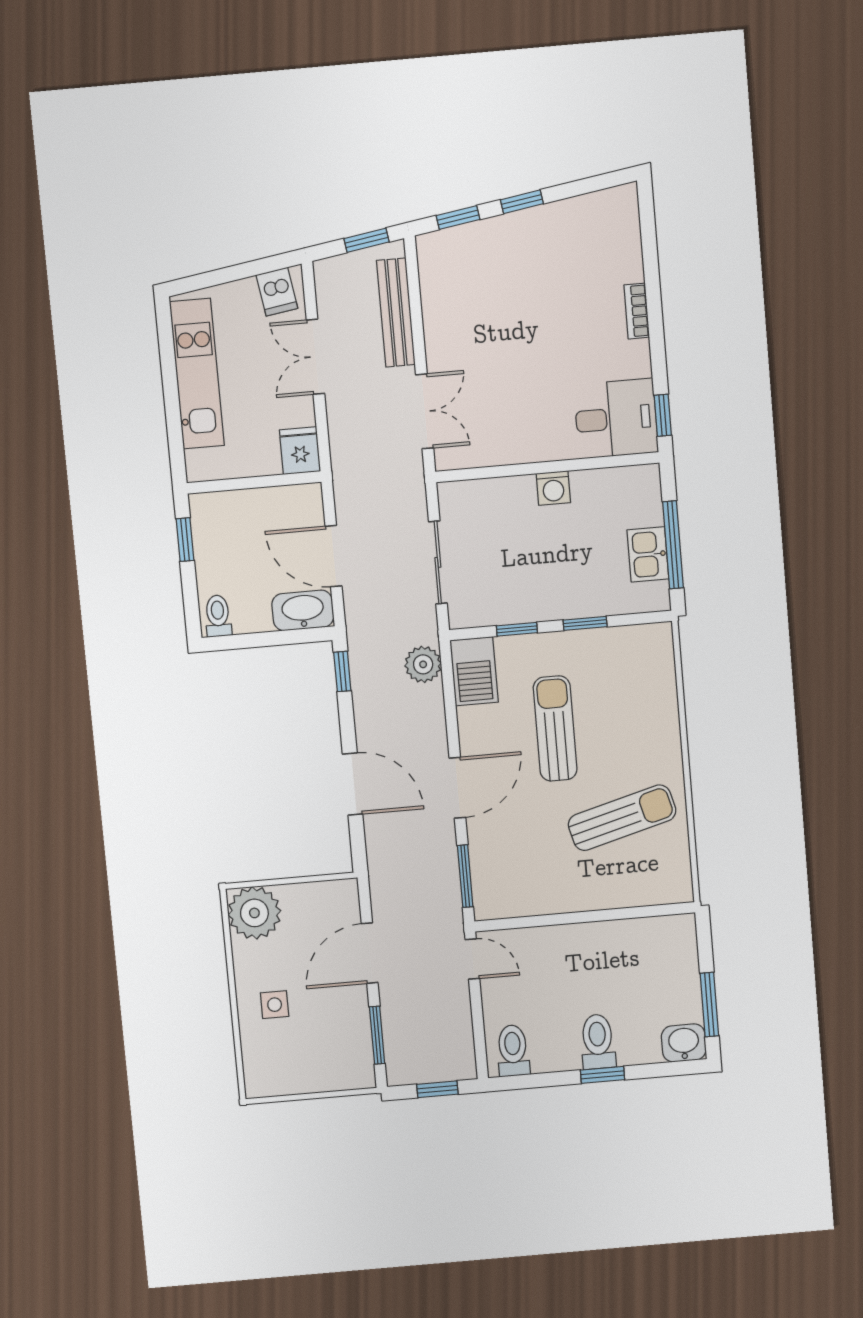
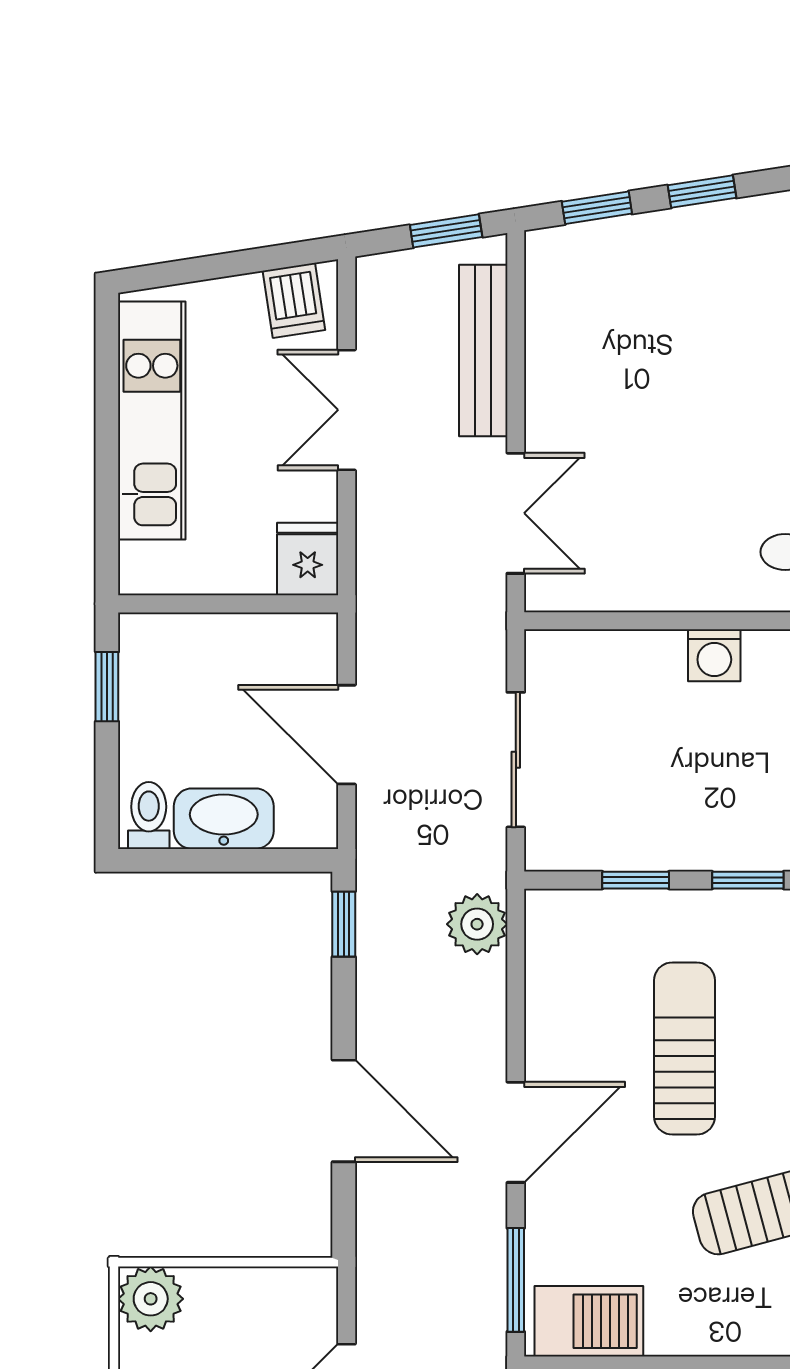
washbasin: (303, 610) -> (224, 819), moved
barbecue: (474, 671) -> (589, 1321), moved, turned -90
plant: (254, 913) -> (151, 1299), width x0.73, depth x0.73

